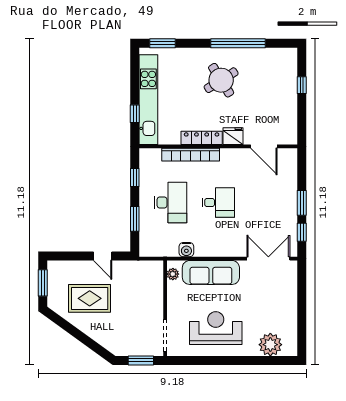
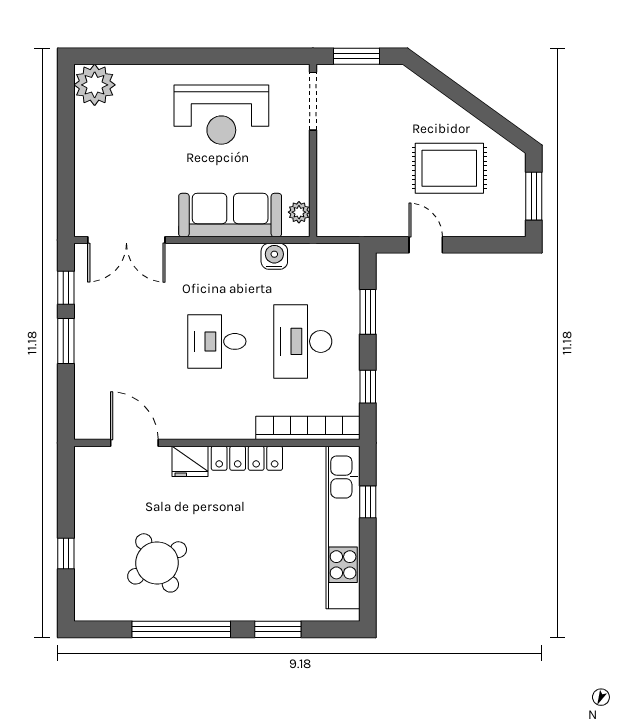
window: (162, 43) -> (278, 629), moved
round table: (221, 80) -> (157, 563), moved
bookcase: (191, 155) -> (308, 428), moved
plant: (270, 345) -> (95, 85), moved

